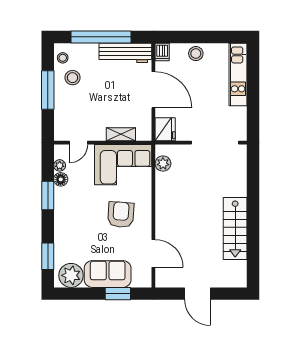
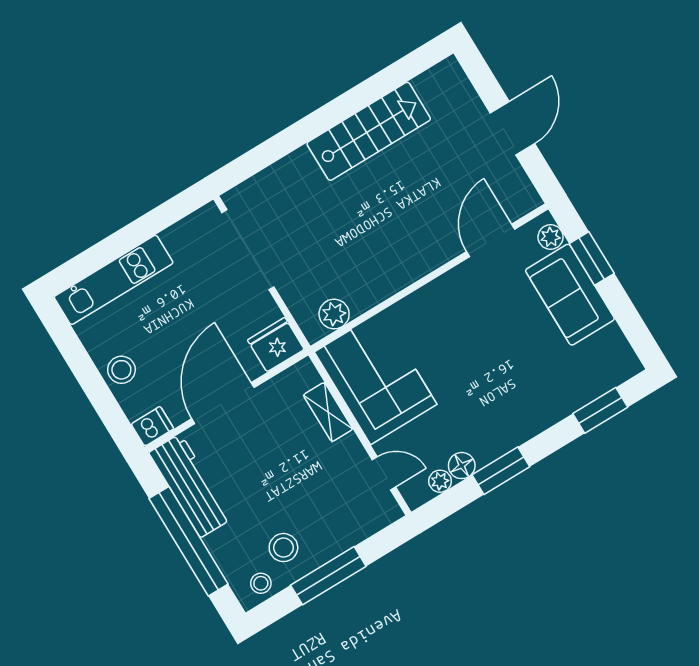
armchair: (121, 215) -> (460, 332), removed
plant: (71, 275) -> (551, 237), moved, width x0.53, depth x0.53

